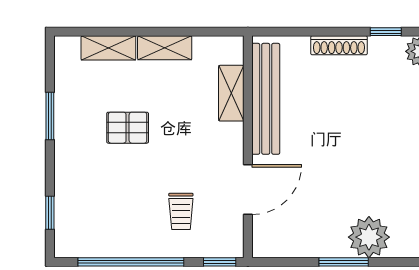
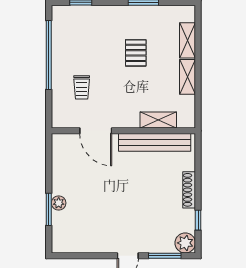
trolley: (181, 211) -> (82, 87), turned -90
plant: (369, 237) -> (59, 203), width x0.53, depth x0.53
window: (220, 262) -> (49, 113), removed
window: (344, 262) -> (49, 209), moved

